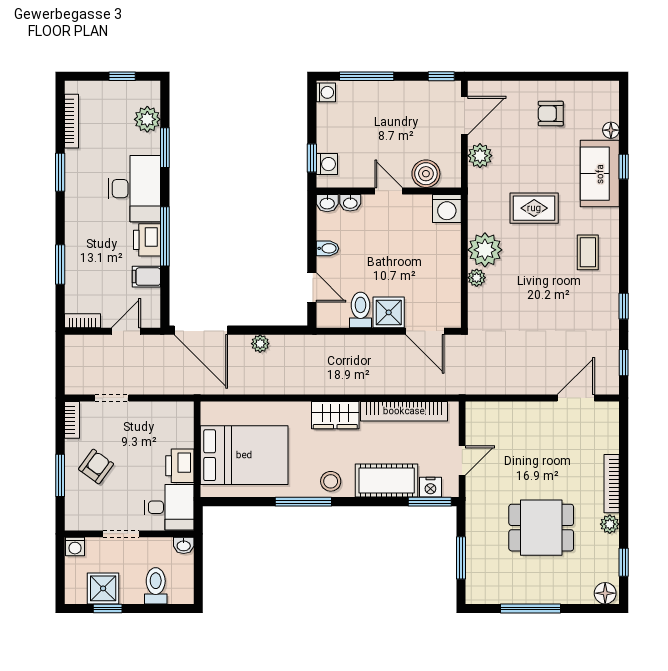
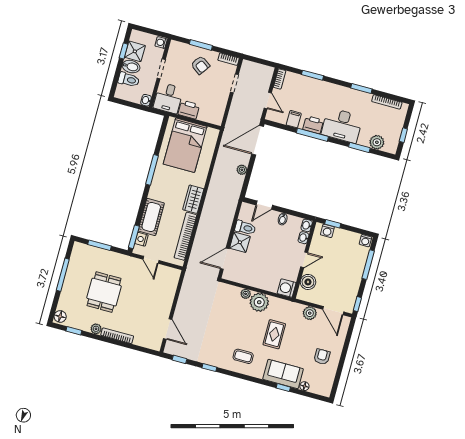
stool: (331, 481) -> (159, 187), removed
bidet: (132, 588) -> (131, 67), added

